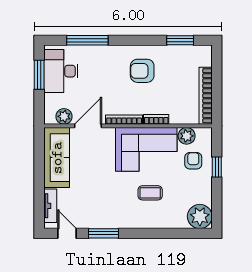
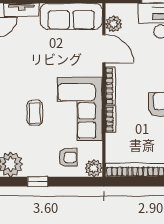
plant: (187, 136) -> (94, 168), moved
window: (217, 167) -> (38, 182), moved

